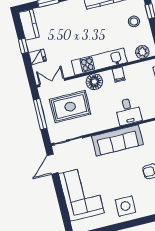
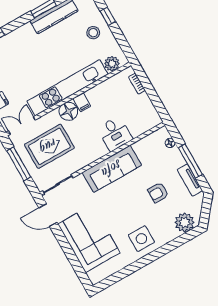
kitchen unit: (99, 62) -> (67, 88), width x1.36
filing cabinet: (119, 75) -> (82, 102), moved
door: (53, 164) -> (48, 215), hinge flipped

